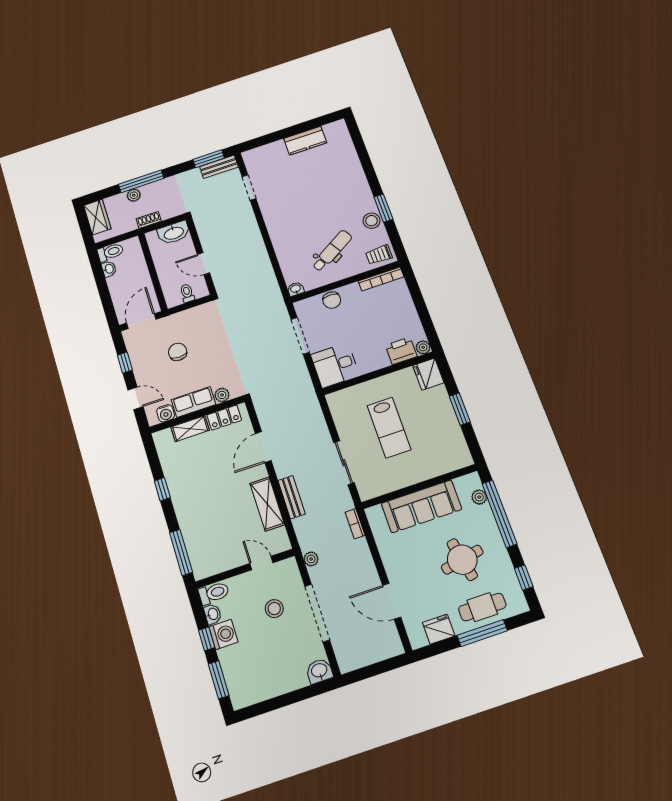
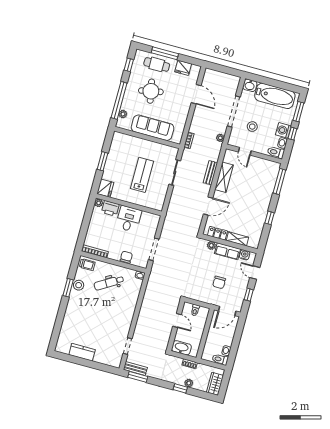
window: (141, 181) -> (180, 388), width x0.46
desk: (335, 365) -> (129, 219), moved, turned -90
bathtub: (270, 680) -> (275, 96), added

